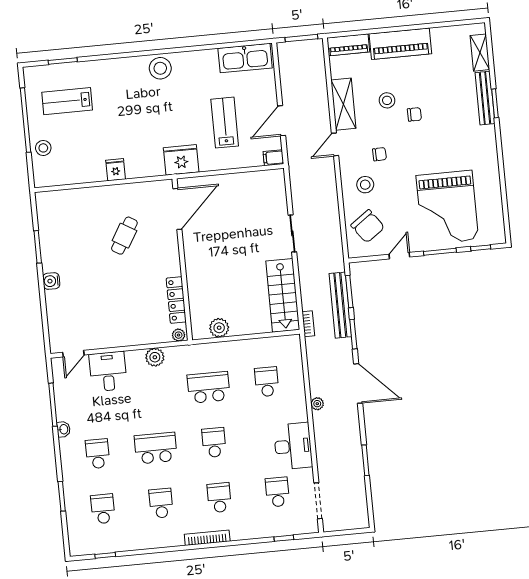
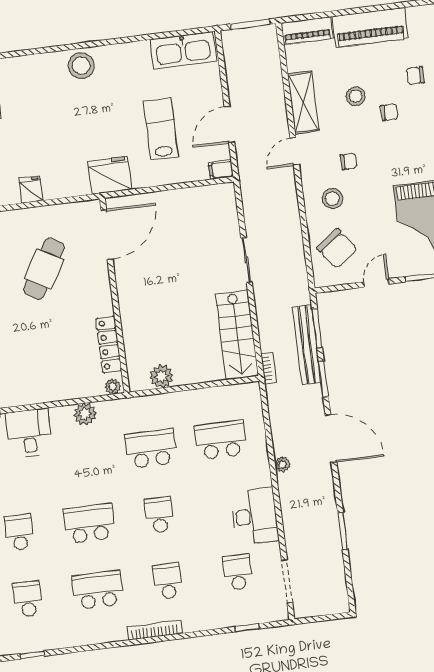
chair: (437, 85) -> (415, 76), added
cafe table: (124, 236) -> (44, 269), width x1.37, depth x1.35
school desk: (267, 382) -> (221, 440), width x1.85
school desk: (161, 503) -> (98, 590), width x1.85

